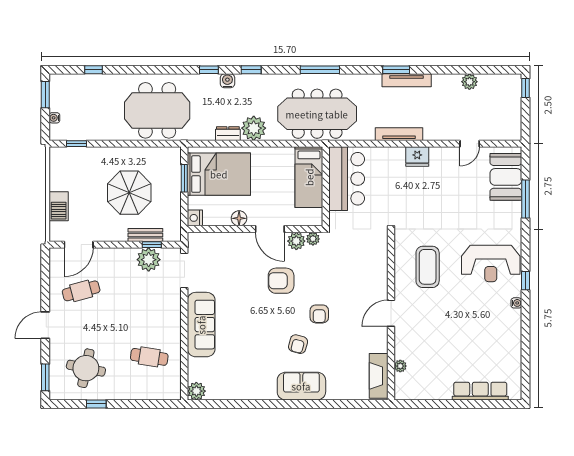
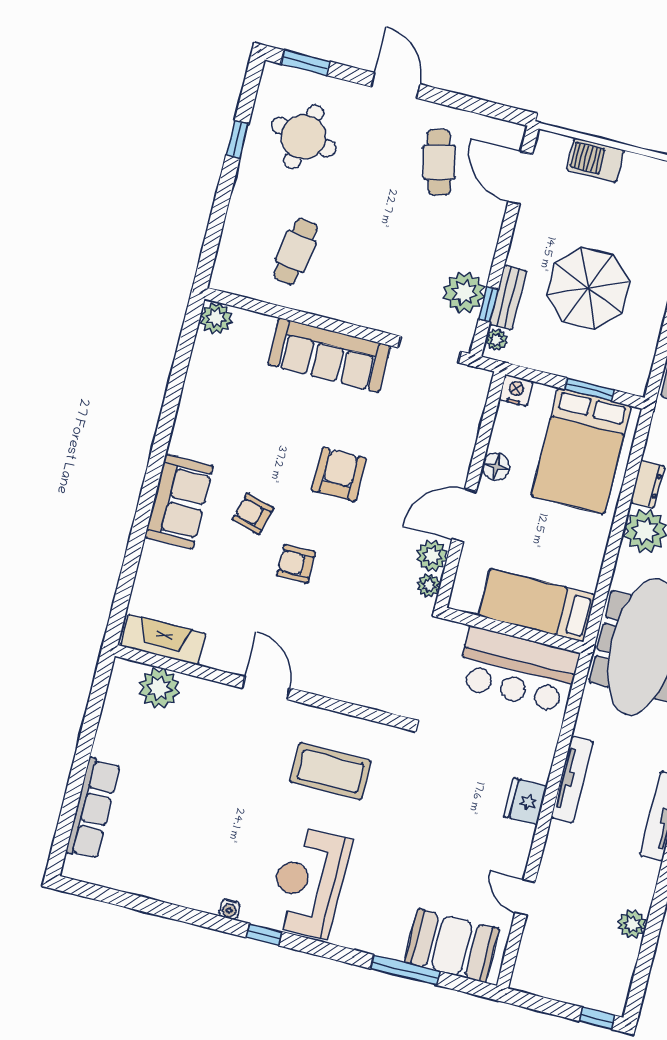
plant: (170, 235) -> (496, 340), added
armchair: (281, 281) -> (339, 474), moved
plant: (400, 366) -> (159, 688), width x1.88, depth x1.88

